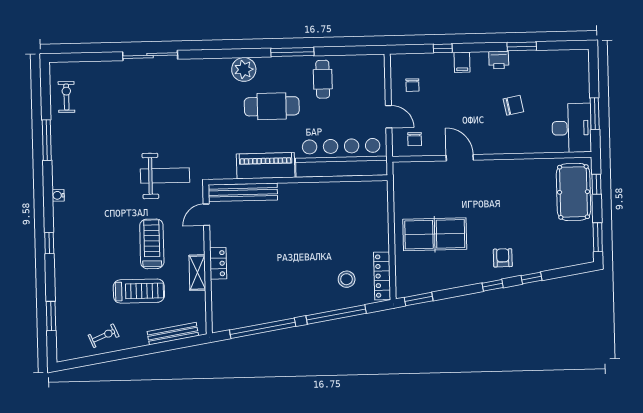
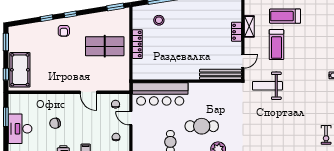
desk: (572, 128) -> (20, 129), moved
piano: (266, 166) -> (206, 90), removed
locker: (382, 276) -> (137, 44), moved

